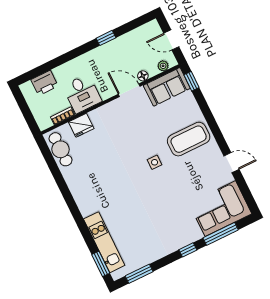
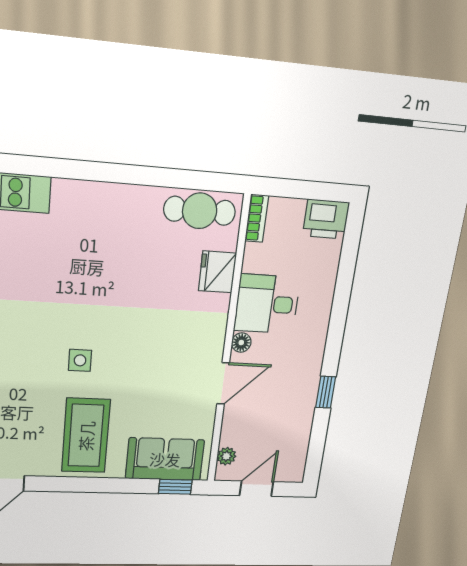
floor lamp: (143, 76) -> (241, 343), moved
printer: (44, 83) -> (326, 219), moved, turned -90
sofa: (167, 87) -> (165, 459), moved, turned 90
bookcase: (63, 116) -> (257, 218), moved

